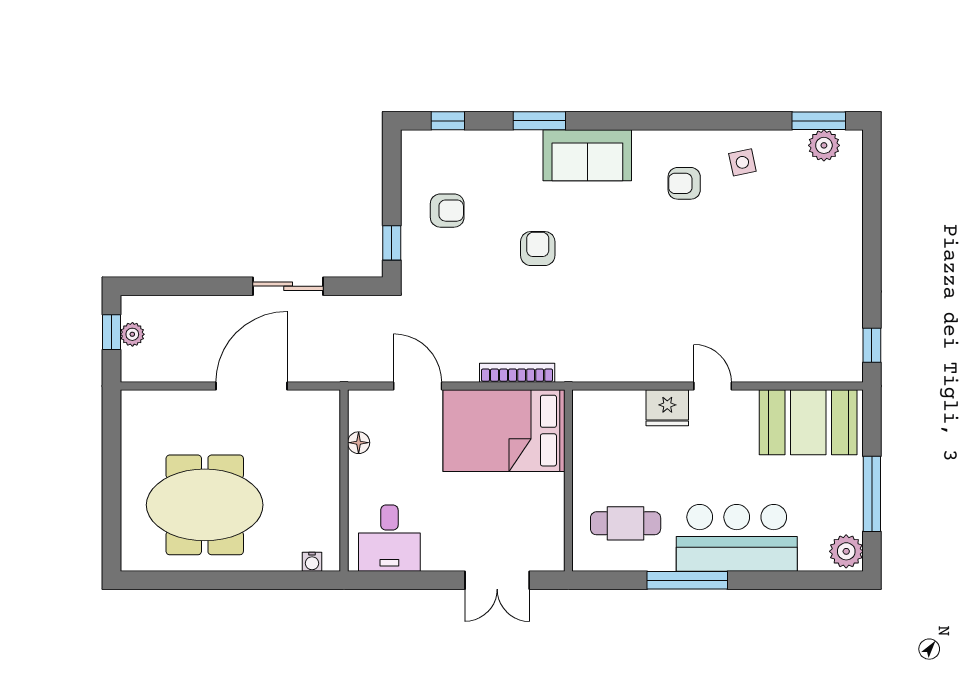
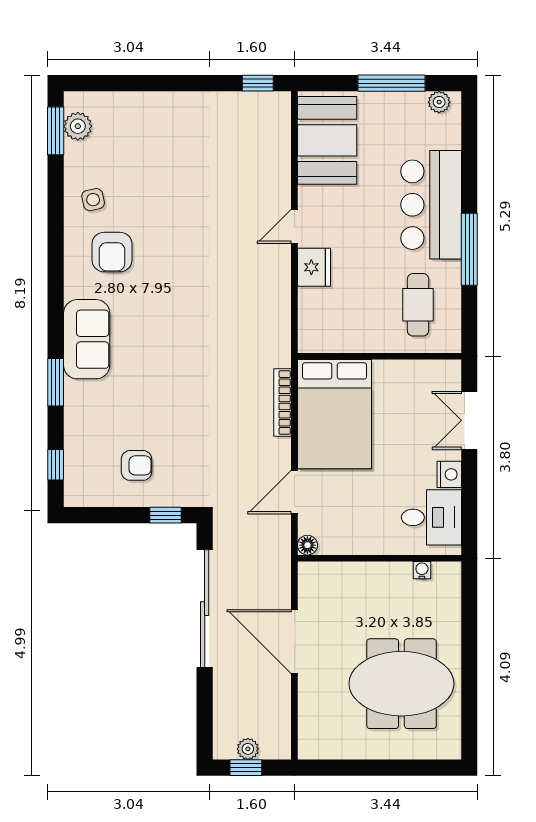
armchair: (684, 183) -> (112, 252), width x1.38, depth x1.38
armchair: (447, 211) -> (136, 465), turned 90
armchair: (538, 249) -> (171, 384), removed
sliding door: (288, 286) -> (205, 609), width x1.86
floor lamp: (359, 443) -> (307, 545), moved
meeting table: (205, 505) -> (401, 684), turned 90
plant: (846, 551) -> (439, 102), width x0.73, depth x0.73
nightstand: (437, 558) -> (449, 474), added
water cooler: (312, 562) -> (422, 570), moved, turned -90
double door: (497, 580) -> (469, 420), swing flipped

